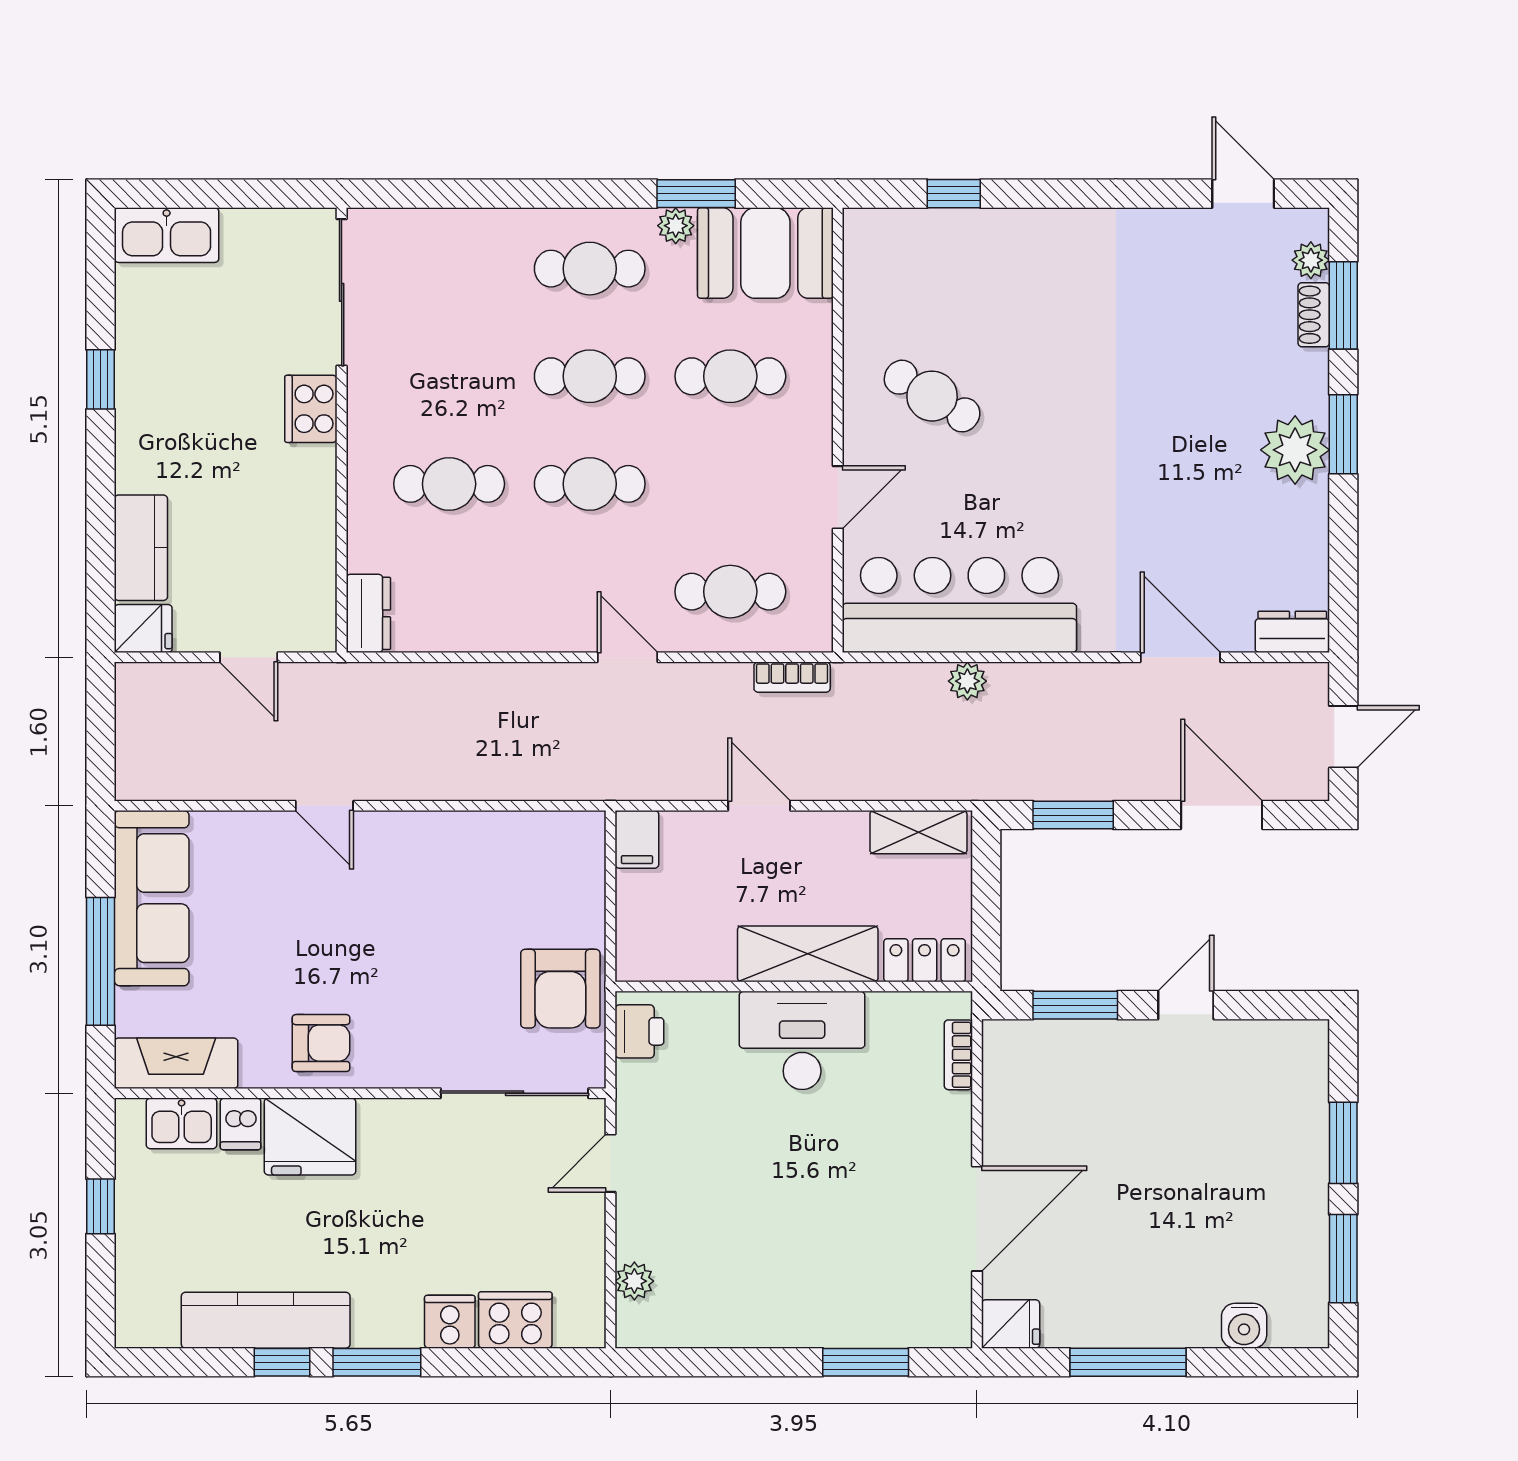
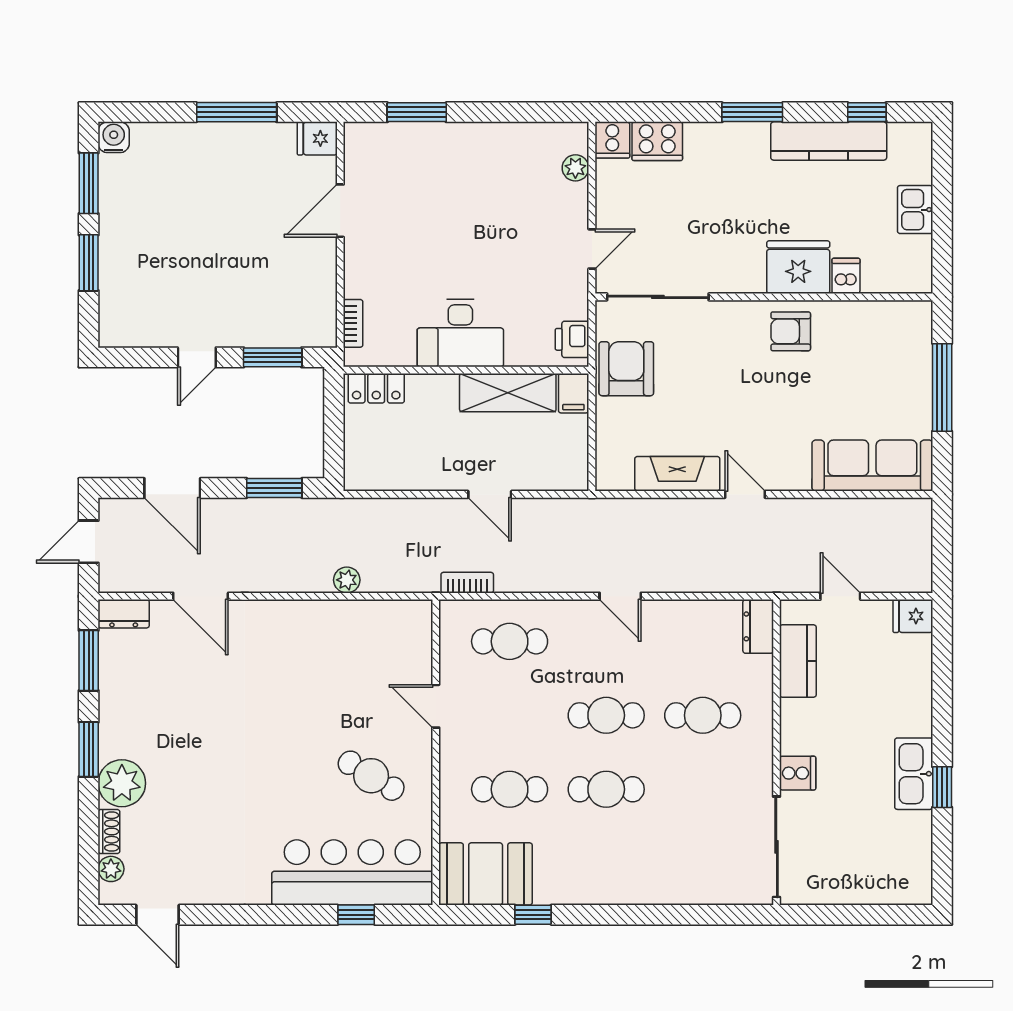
window: (696, 194) -> (533, 915), width x0.67
plant: (676, 226) -> (547, 893), removed
kitchen sink: (167, 235) -> (914, 774), moved, turned -90
cafe table: (590, 269) -> (606, 863), removed
window: (1343, 305) -> (89, 661), moved
cooker: (311, 409) -> (798, 773), width x0.73
plant: (1295, 450) -> (122, 783), moved
door: (838, 497) -> (436, 706), hinge flipped
kitchen counter: (141, 548) -> (798, 661), moved, turned 180
bar counter: (959, 605) -> (352, 872), moved, turned 180
door: (627, 657) -> (620, 596), moved
door: (324, 806) -> (745, 494), moved
shelving: (918, 832) -> (380, 476), removed
filing cabinet: (637, 839) -> (573, 393), moved, turned 180
sofa: (152, 898) -> (872, 466), moved, turned 90
shelving: (808, 954) -> (508, 393), moved
fireplace: (176, 1063) -> (677, 474), moved, turned 180
kitchen sink: (182, 1123) -> (915, 210), moved, turned -90
window: (100, 1206) -> (942, 219), removed
door: (977, 1219) -> (340, 211), width x0.73
cooker: (450, 1322) -> (612, 140), moved
water cooler: (1244, 1326) -> (114, 137), moved
window: (282, 1362) -> (867, 112), moved

